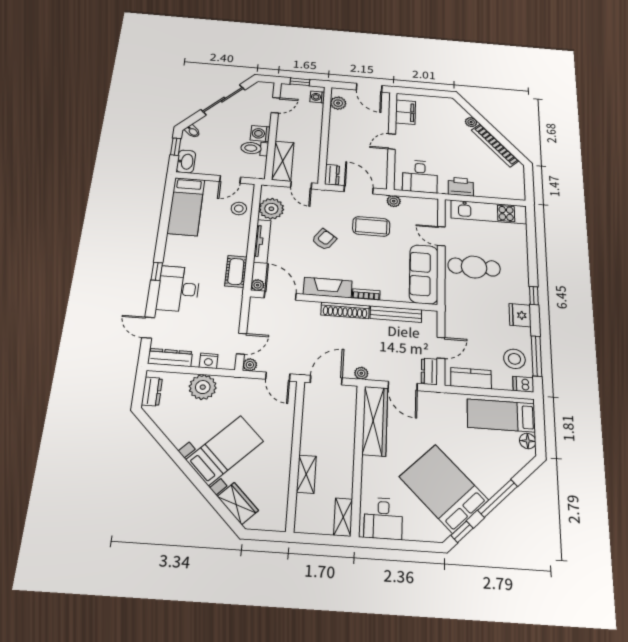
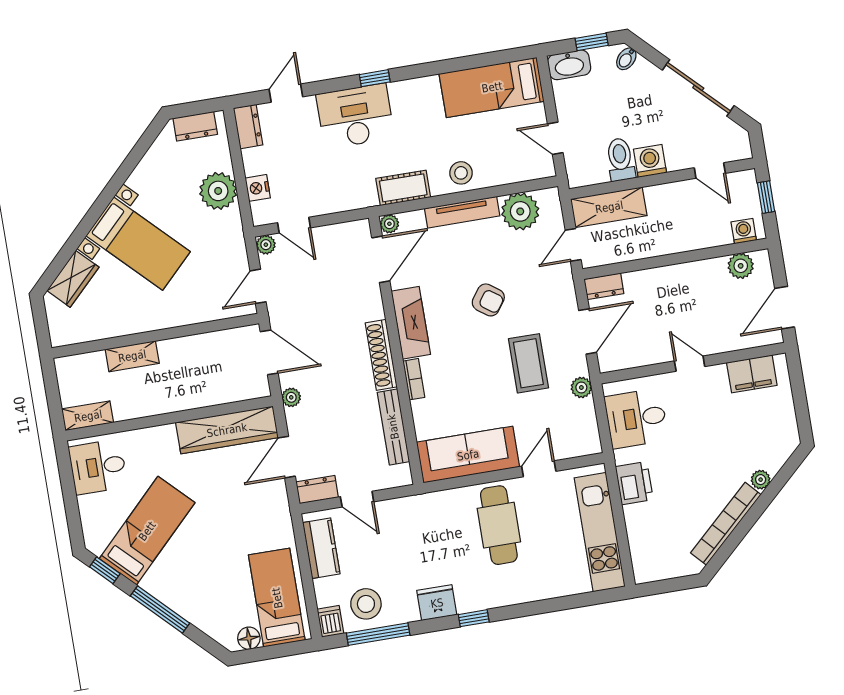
stool: (239, 209) -> (461, 173), moved
dresser: (170, 357) -> (248, 127), width x0.70
bed: (444, 488) -> (147, 531), width x0.67

